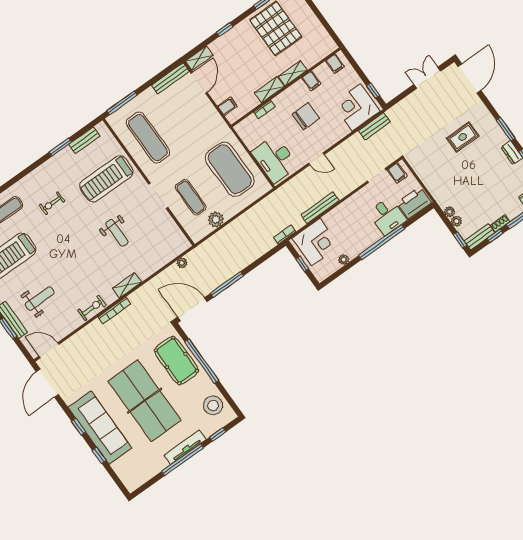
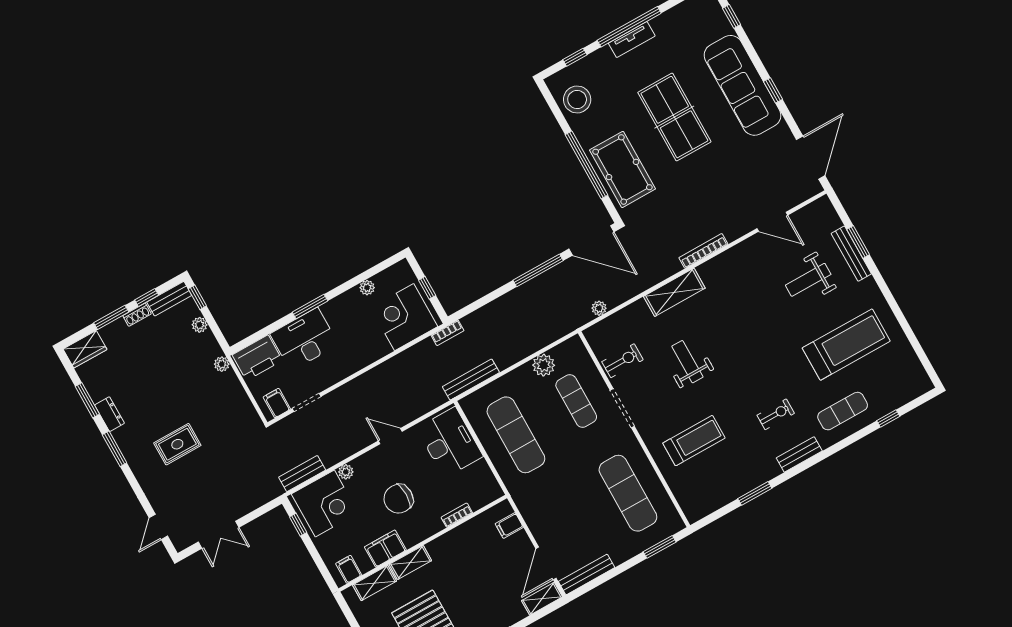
door: (469, 78) -> (158, 527), width x0.53
filing cabinet: (311, 81) -> (385, 549), width x2.00
shelving: (269, 90) -> (375, 583), moved
window: (122, 103) -> (660, 547), width x0.69
plant: (344, 131) -> (346, 472), added
bench: (84, 140) -> (799, 454), moved
exercise mat: (230, 169) -> (516, 435), width x0.68
treadmill: (106, 179) -> (694, 441), width x0.73, depth x0.73
bench: (320, 208) -> (471, 380), moved
plant: (450, 212) -> (222, 364), moved
desk: (387, 216) -> (304, 339), width x1.37
window: (382, 242) -> (310, 307), width x0.47
shelving: (127, 285) -> (674, 292), width x1.50, depth x1.33
exercise bike: (92, 308) -> (623, 361), moved, turned 180
door: (49, 350) -> (772, 222), moved
table tennis table: (145, 401) -> (674, 117), width x0.73, depth x0.76
tv unit: (185, 447) -> (632, 40), width x0.71
window: (99, 455) -> (731, 16), moved

